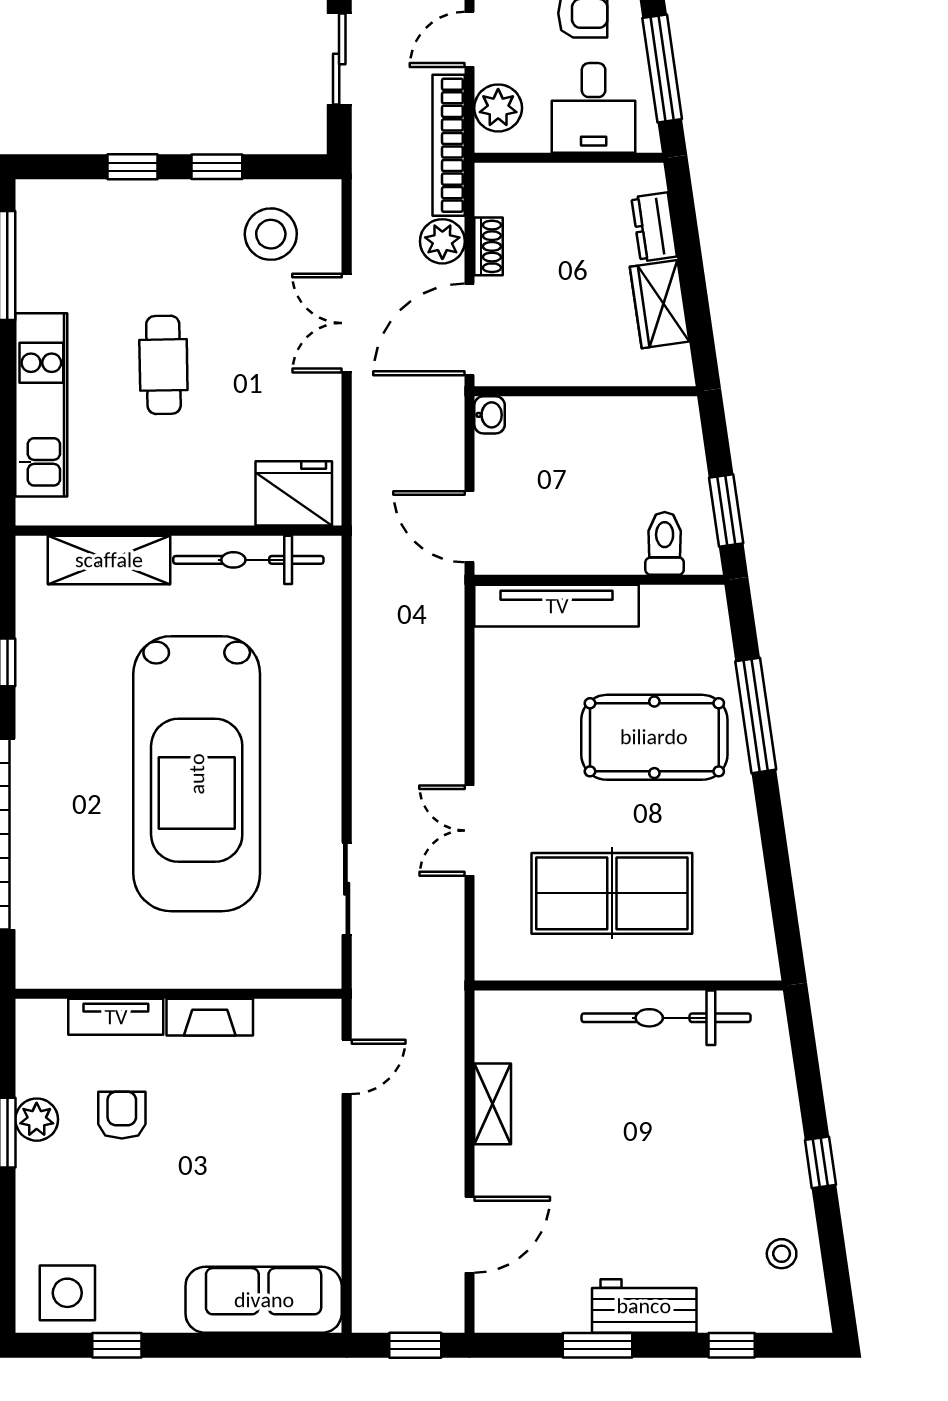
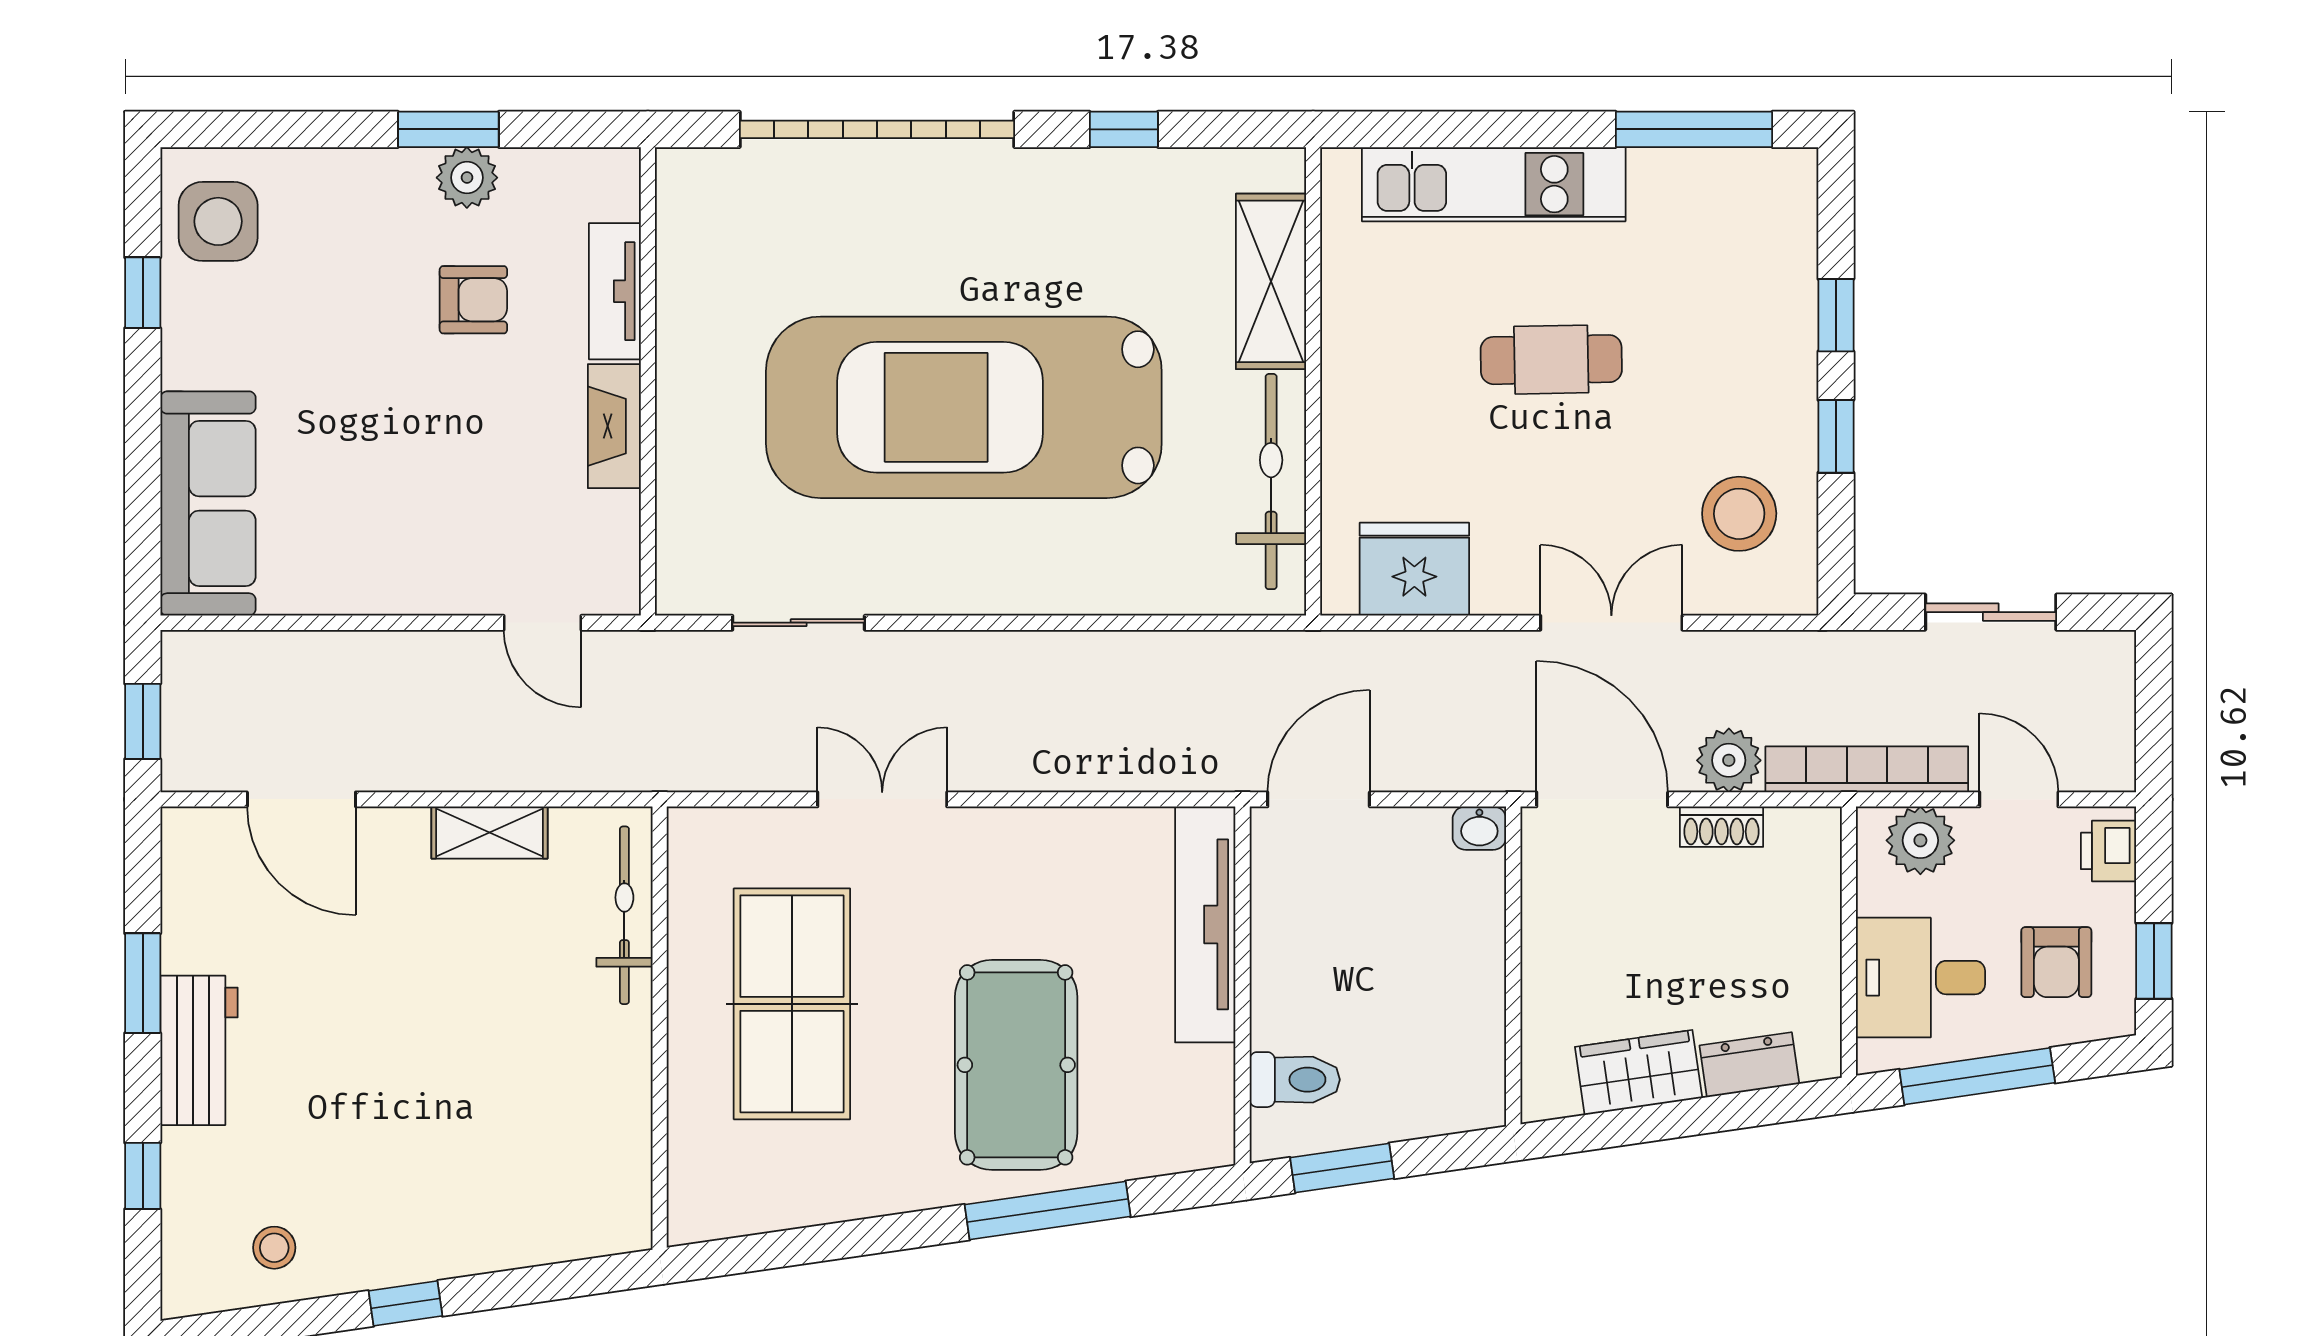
fridge: (294, 493) -> (1414, 569), moved, turned -90
bicycle: (666, 1018) -> (624, 915), moved, width x0.73, depth x0.71

